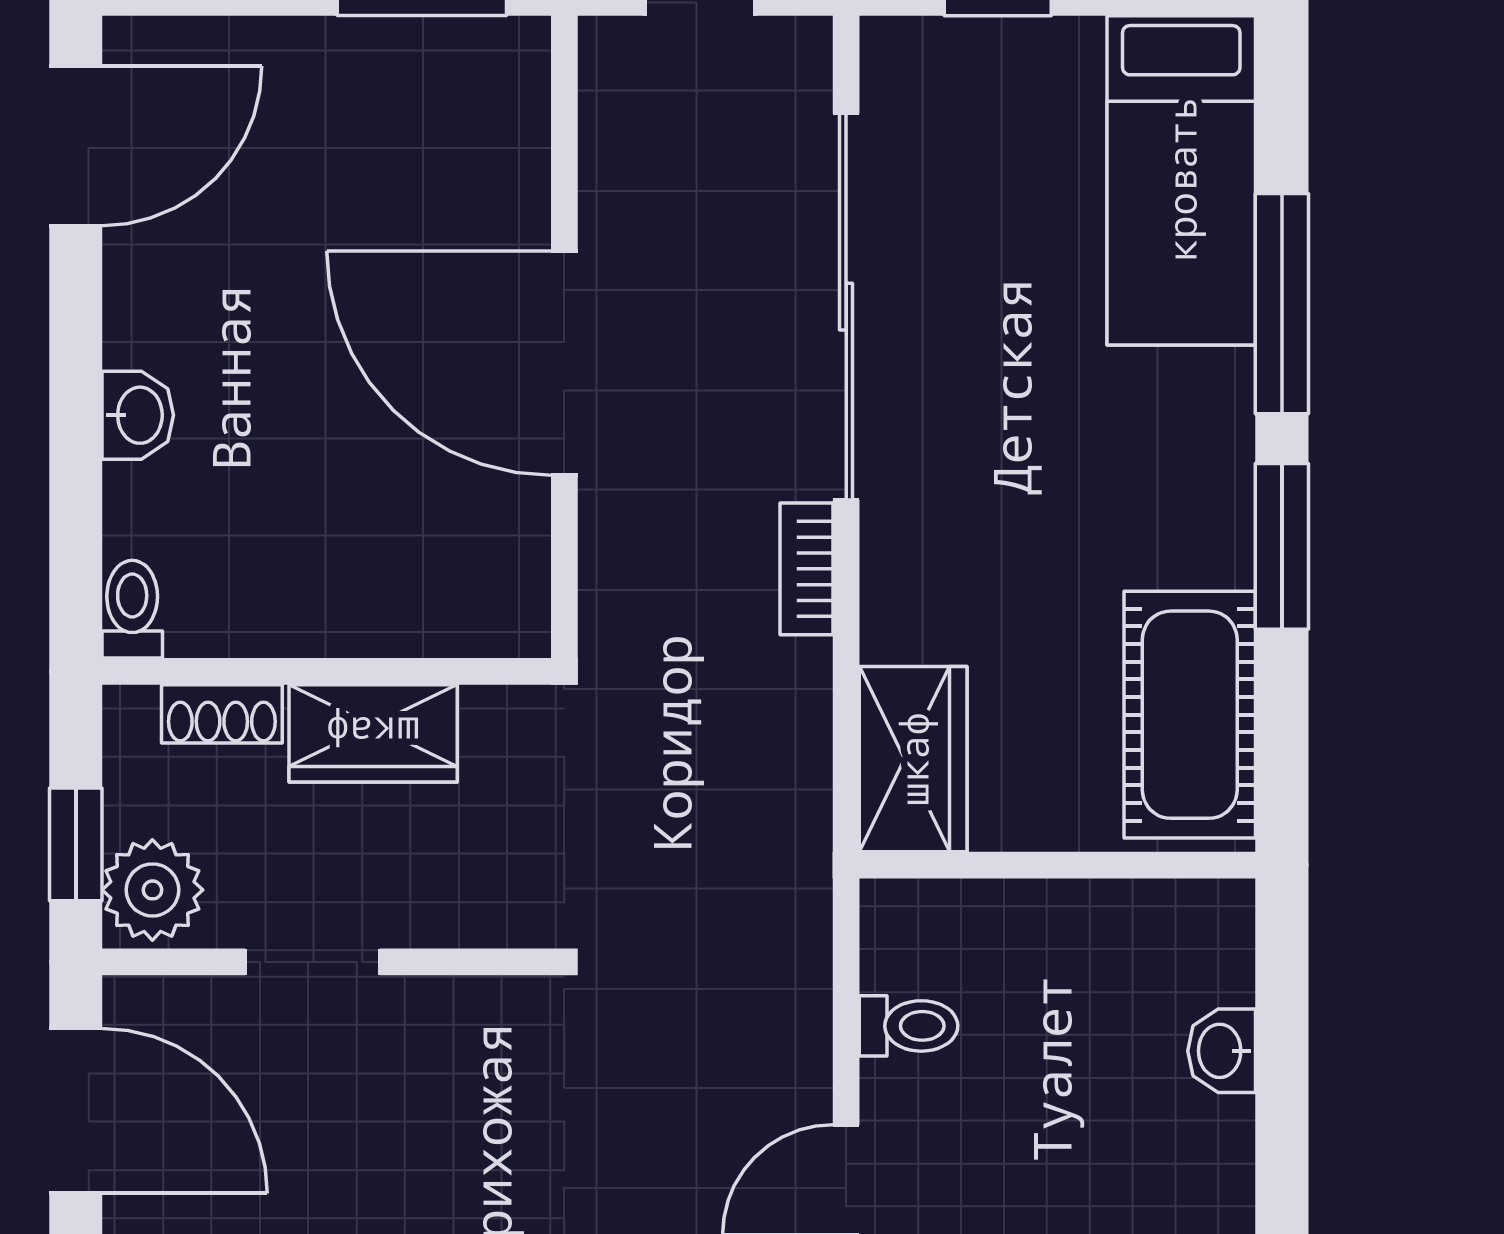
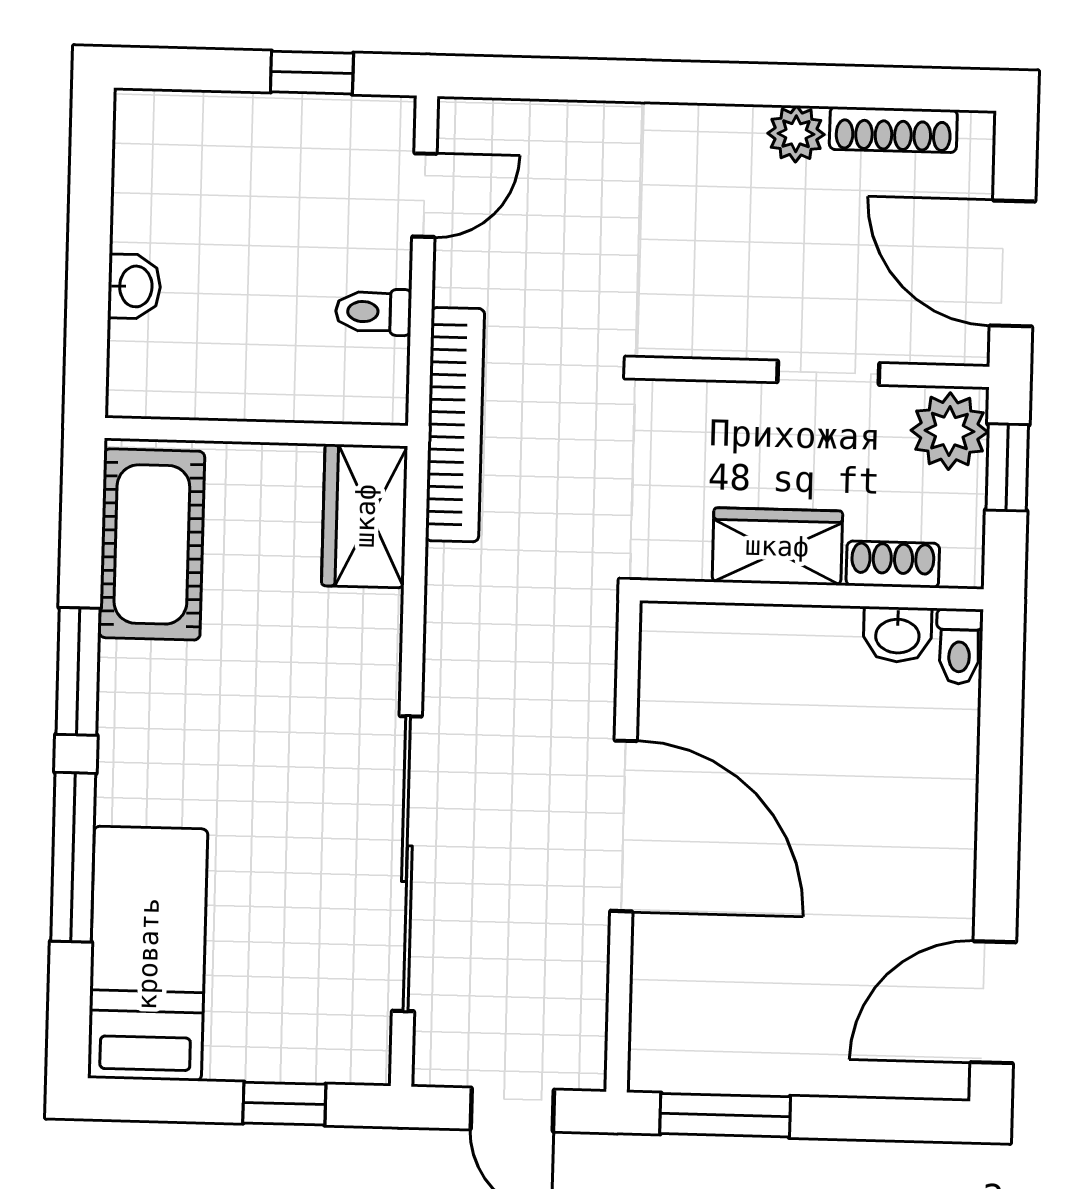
washbasin: (138, 415) -> (897, 634), moved, turned -90
bookcase: (806, 569) -> (455, 425), moved, width x2.31, depth x1.31

